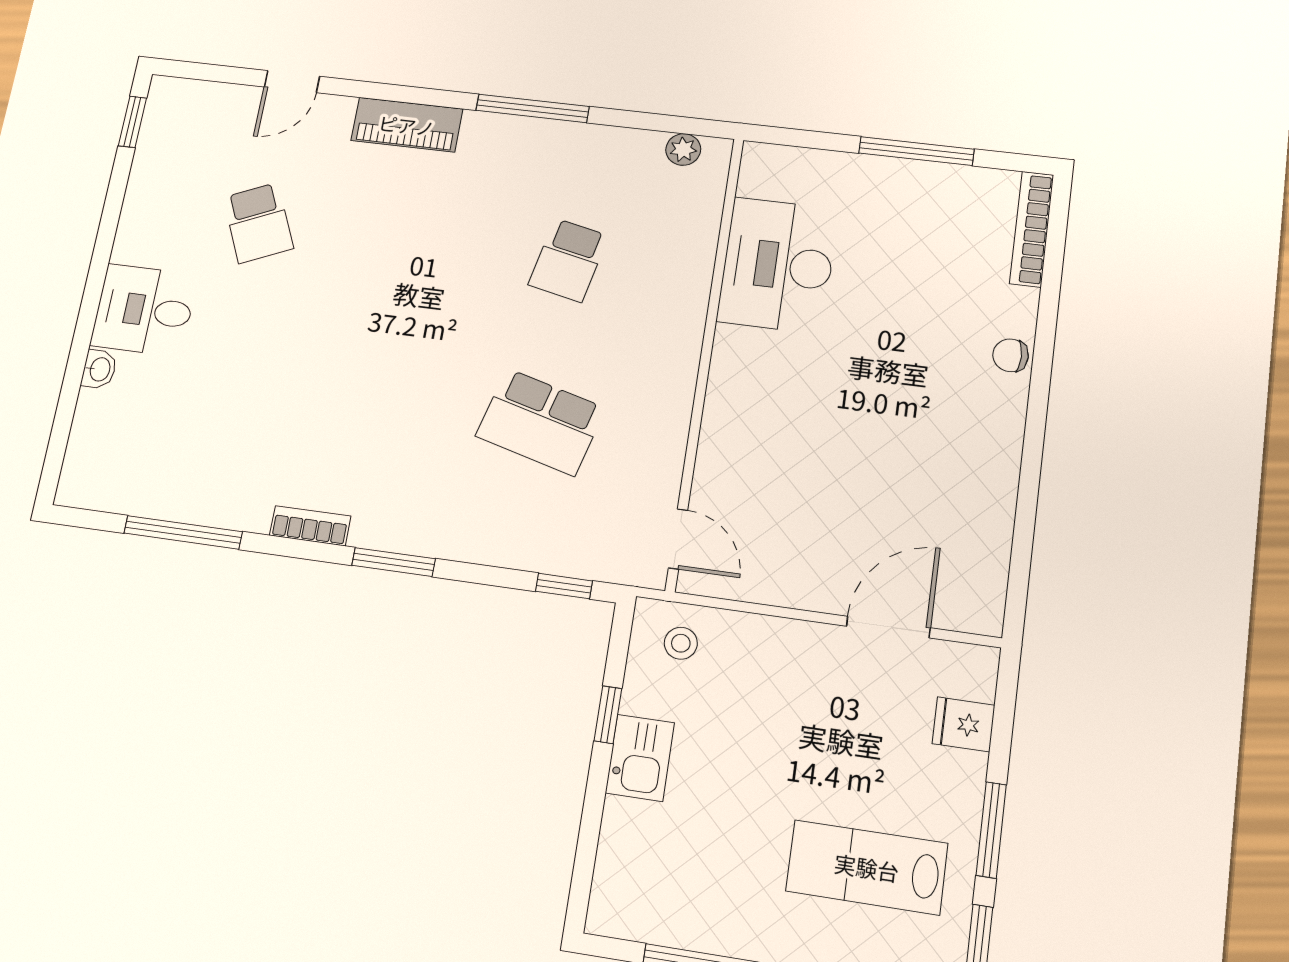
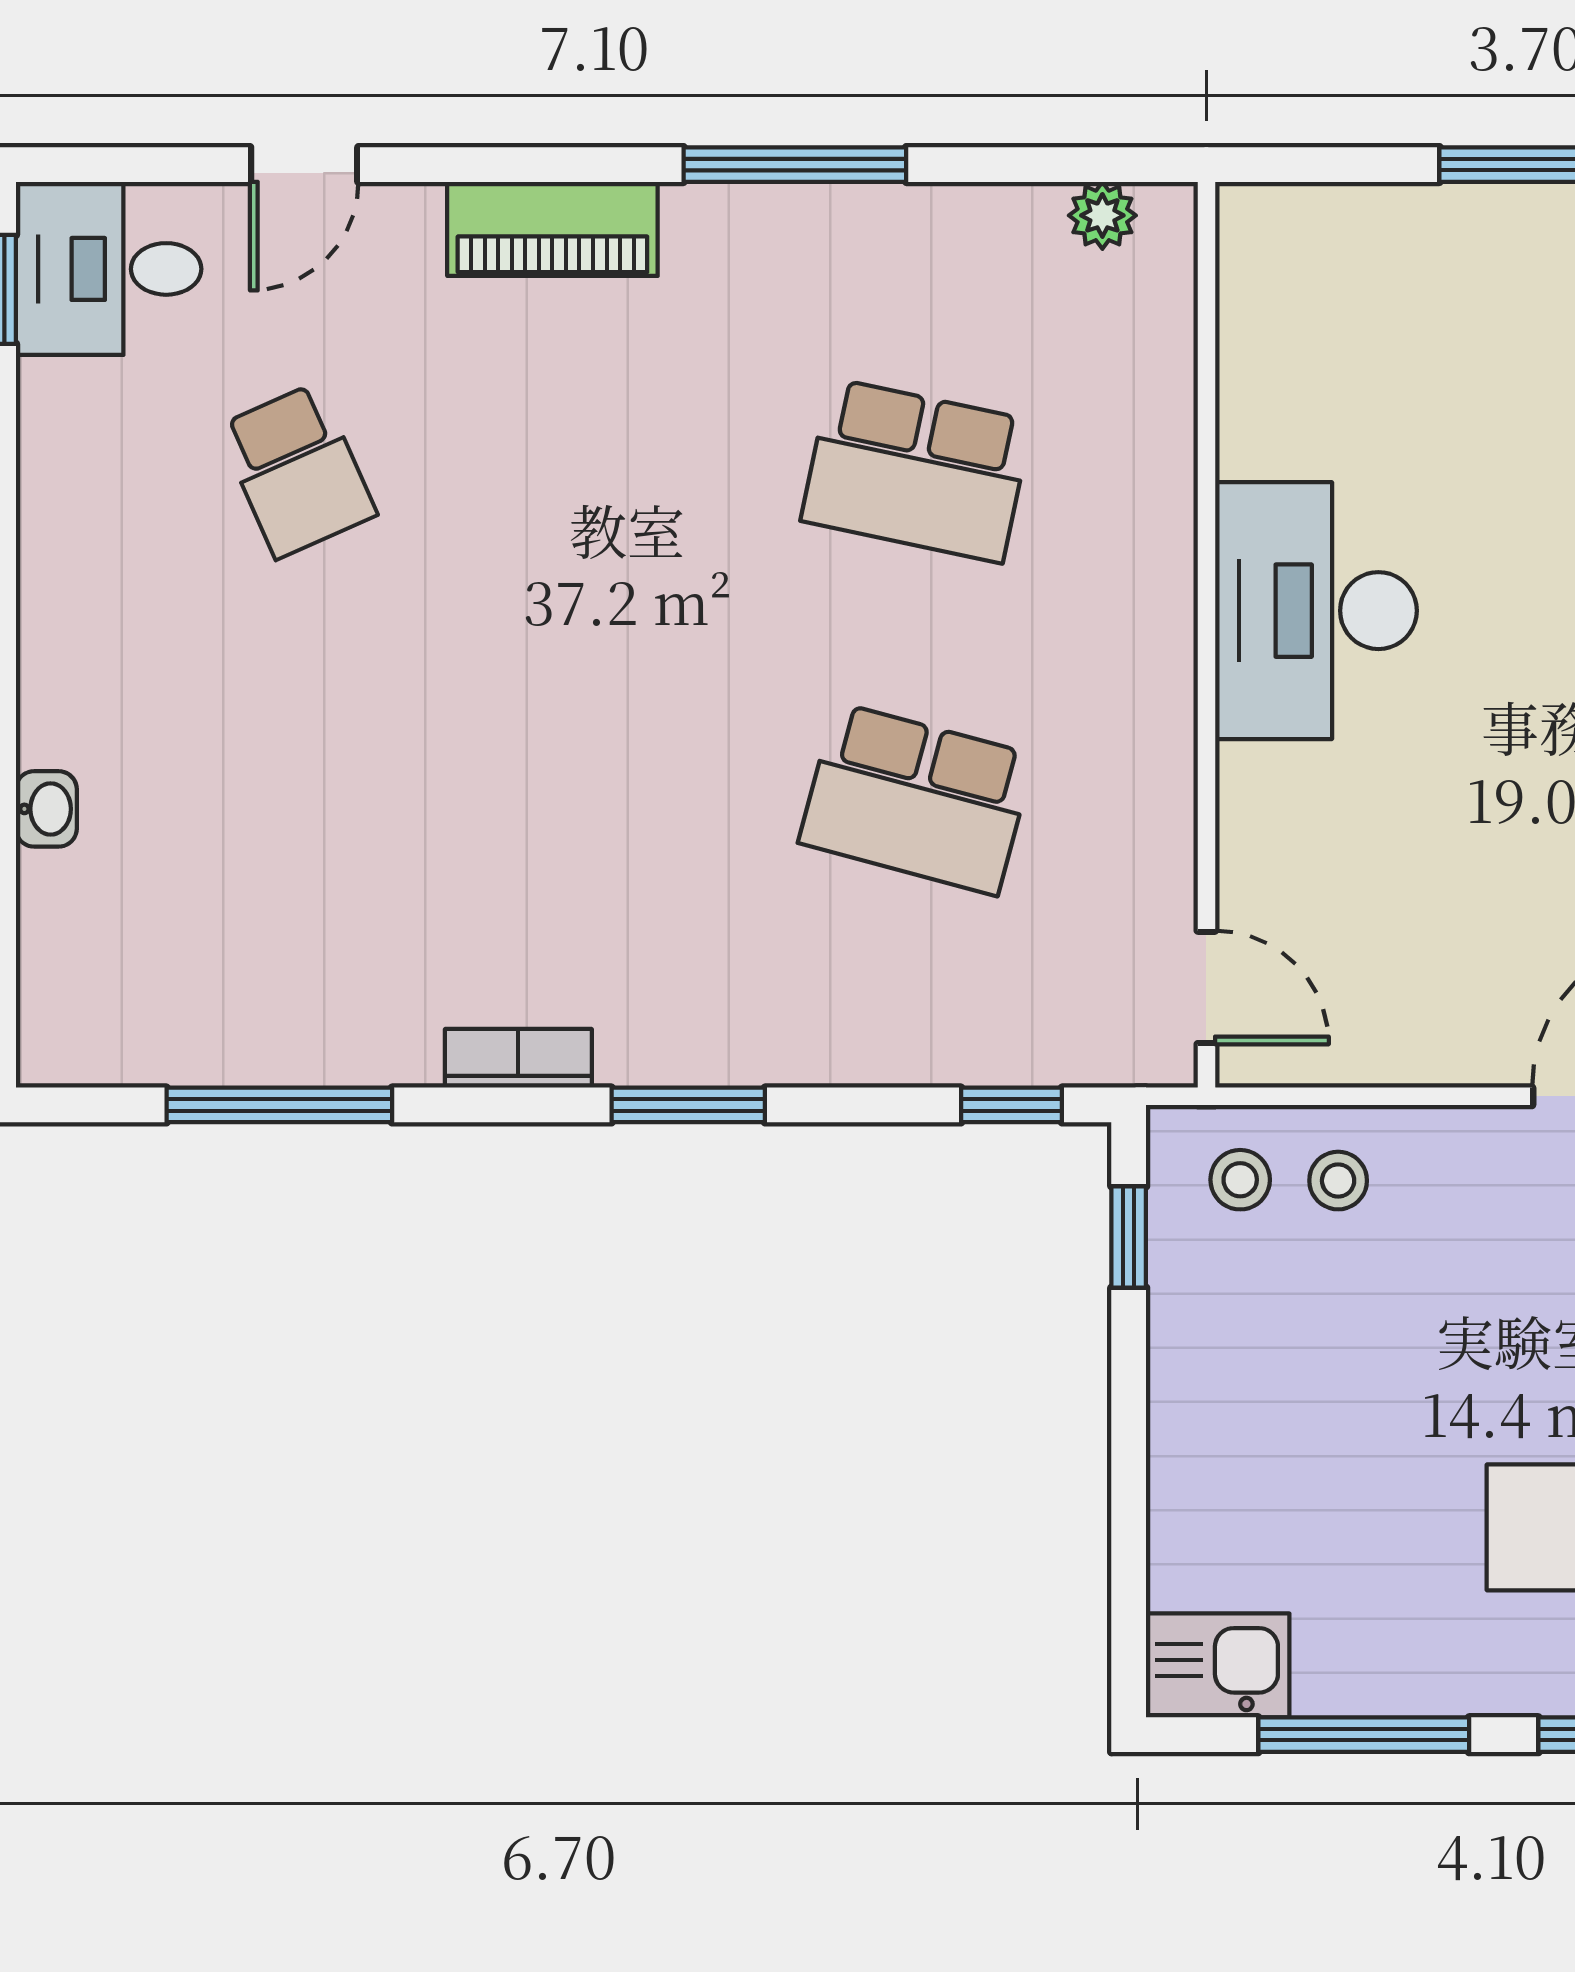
school desk: (568, 260) -> (917, 471), width x1.85
desk: (778, 265) -> (1316, 611), moved
desk: (144, 310) -> (109, 269), moved
stool: (734, 651) -> (1338, 1181), added
window: (608, 715) -> (1129, 1237), moved
kitchen sink: (640, 758) -> (1218, 1665), moved, turned -90

